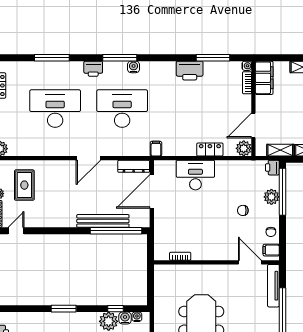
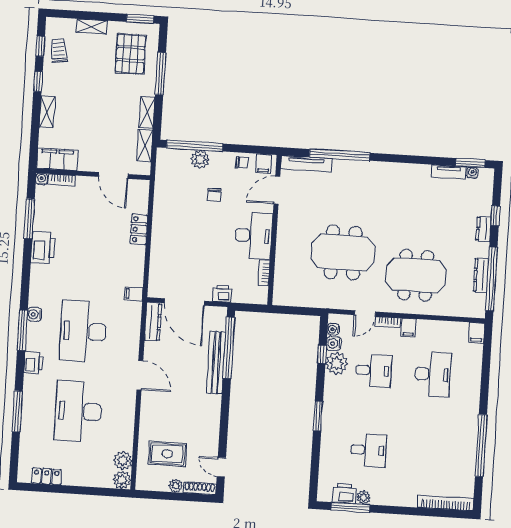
plant: (244, 148) -> (123, 460), moved
printer: (272, 168) -> (222, 294), moved, turned 180
desk: (195, 175) -> (254, 236), moved, turned 180

